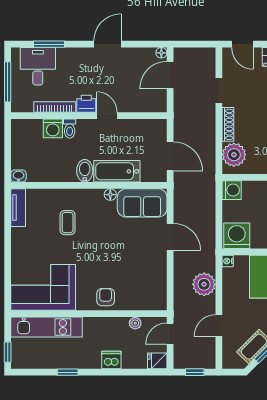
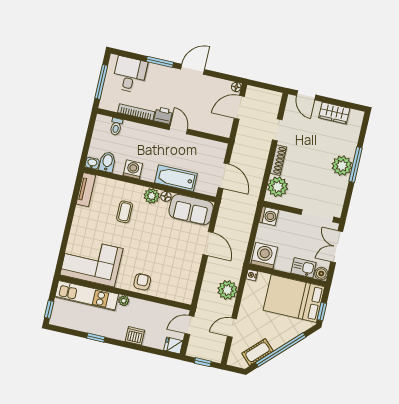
window: (49, 44) -> (160, 62), moved
washing machine: (53, 128) -> (133, 169), moved, turned 180
toilet: (70, 129) -> (116, 127), moved
bidet: (85, 171) -> (107, 162), moved
plant: (94, 198) -> (152, 196), added
plant: (135, 323) -> (124, 301), moved

